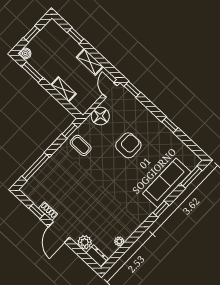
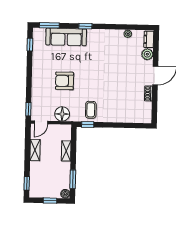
window: (75, 36) -> (27, 183), moved
window: (170, 125) -> (30, 45), moved
window: (36, 167) -> (128, 125), removed
window: (37, 211) -> (155, 100), removed

